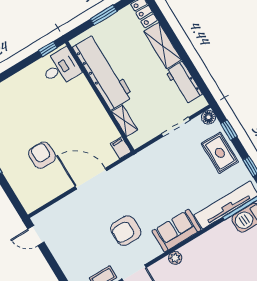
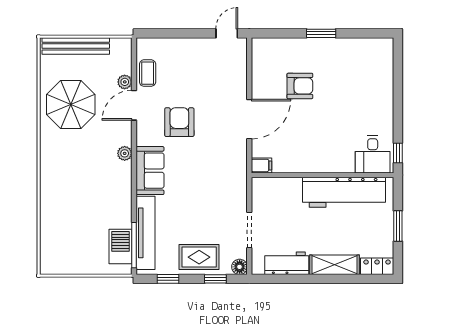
shelving: (124, 121) -> (285, 185), removed

